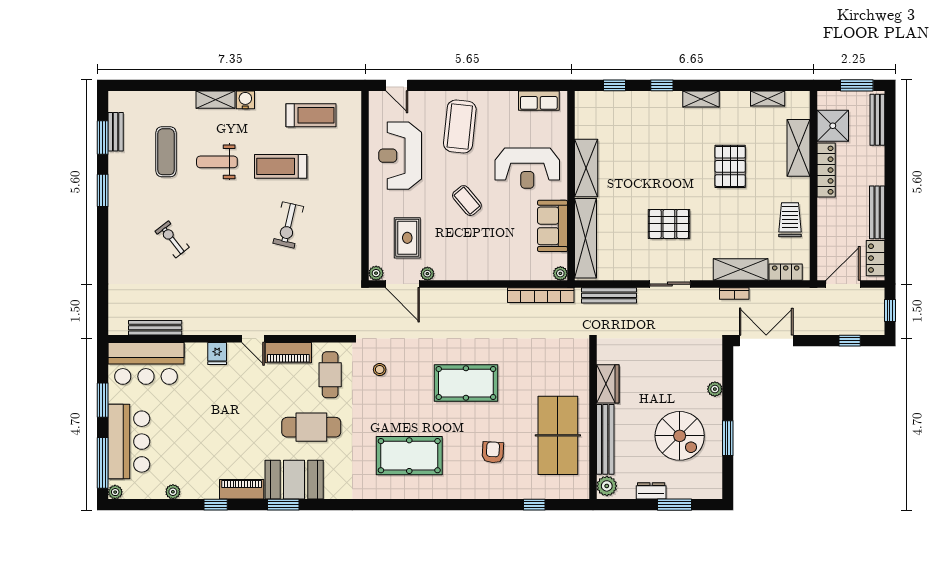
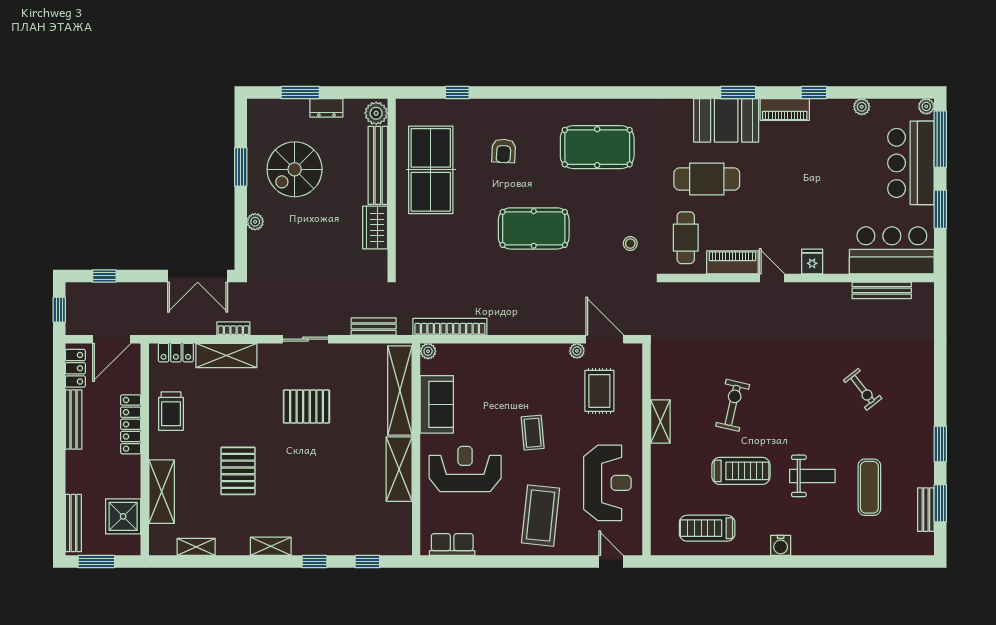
shelving: (216, 100) -> (660, 422), moved, turned 90
locker: (826, 170) -> (131, 424), moved
coffee table: (467, 201) -> (533, 433), turned 35
plant: (376, 273) -> (634, 351), removed
bench: (609, 295) -> (374, 327), width x0.73
spiral stairs: (680, 436) -> (295, 169), turned -90

